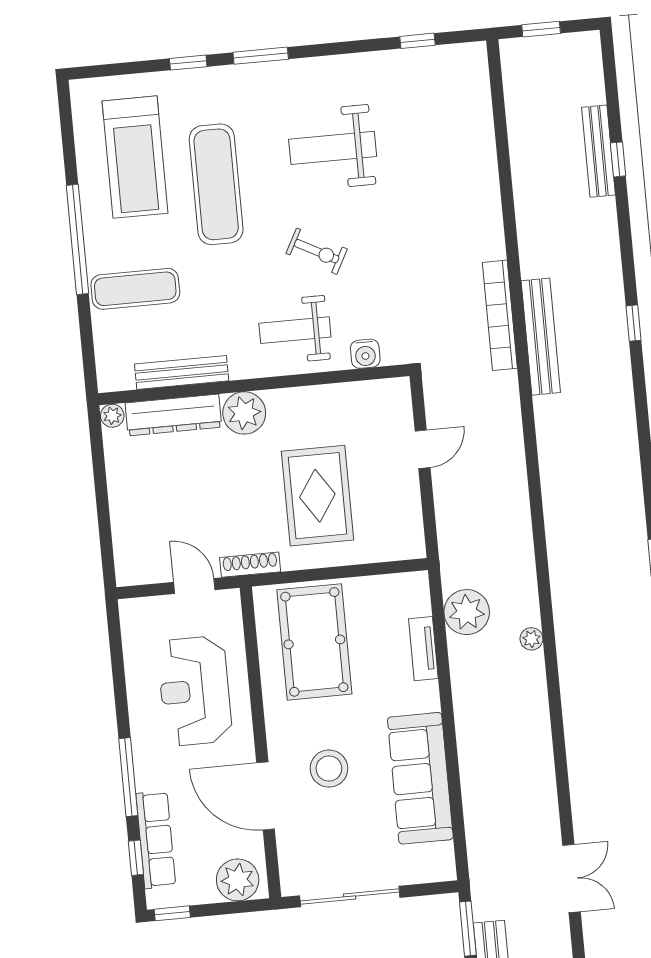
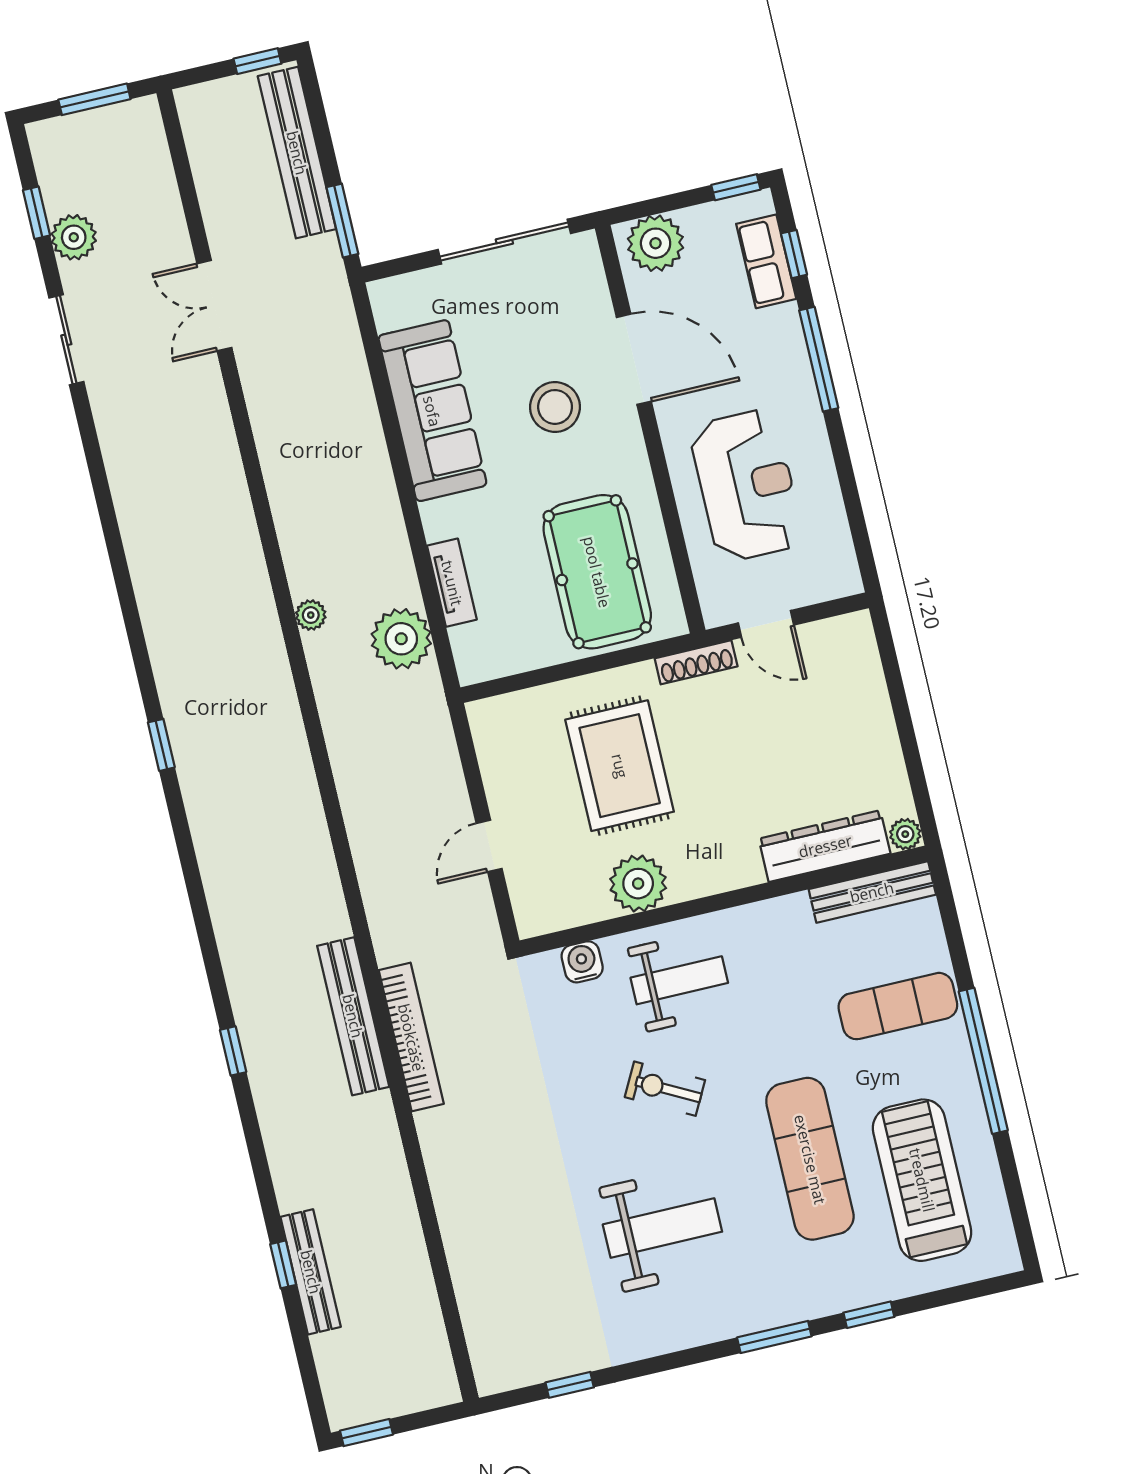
window: (541, 29) -> (366, 1433), moved
bench: (182, 372) -> (872, 892), moved
plant: (244, 413) -> (638, 884), moved
row of seats: (156, 840) -> (766, 261), width x0.68

